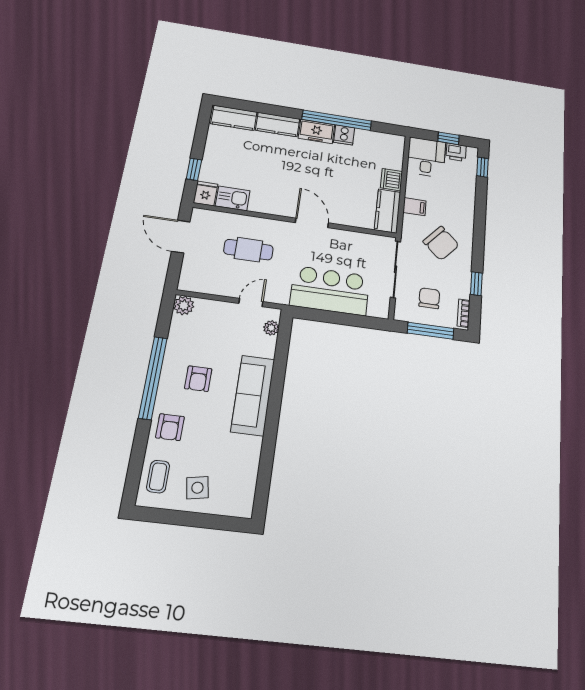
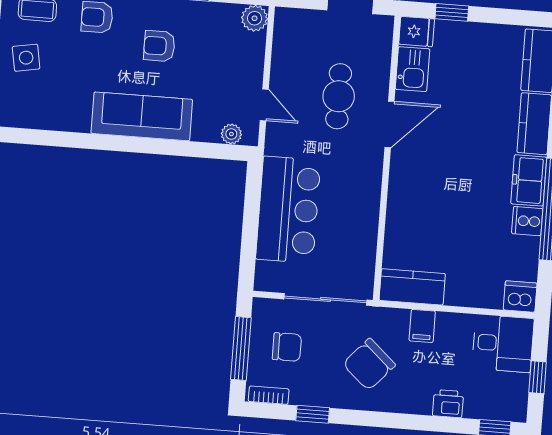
printer: (456, 152) -> (448, 404), moved, turned 90
dishwasher: (391, 180) -> (520, 297), moved
door: (312, 223) -> (389, 124), moved

